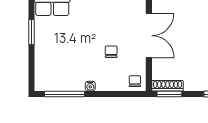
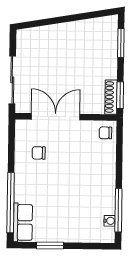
chair: (111, 52) -> (39, 153), moved
water cooler: (90, 86) -> (110, 221), moved

